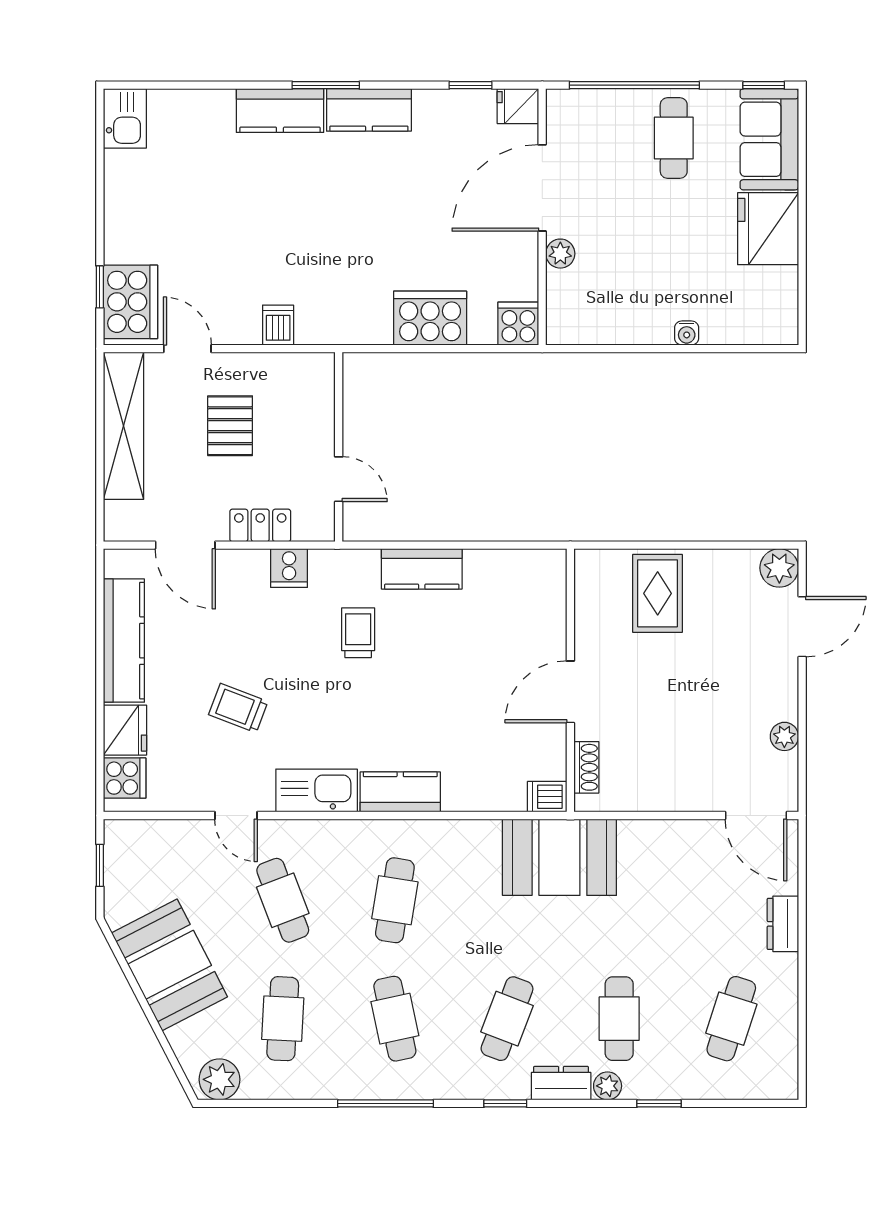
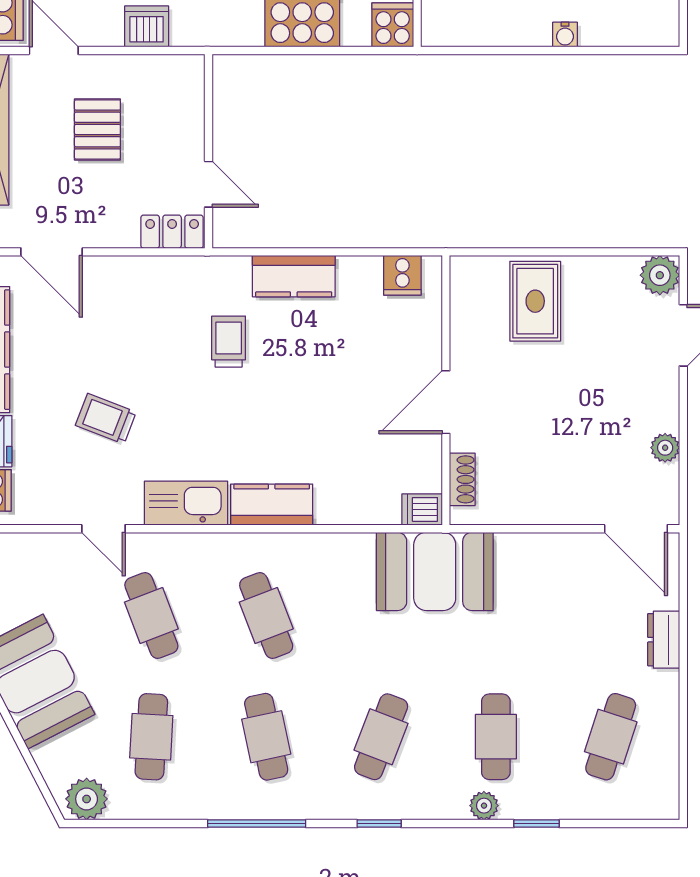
dishwasher: (278, 325) -> (147, 26), width x1.38
locker: (260, 525) -> (172, 232), moved
cooker: (289, 568) -> (402, 275), moved
cafe table: (395, 900) -> (266, 615), turned -30
dresser: (561, 1083) -> (436, 803), removed

